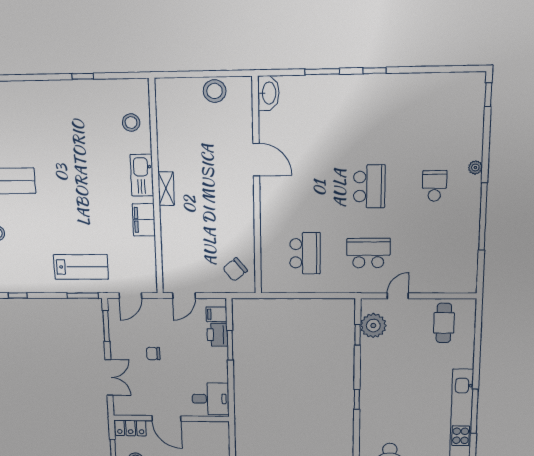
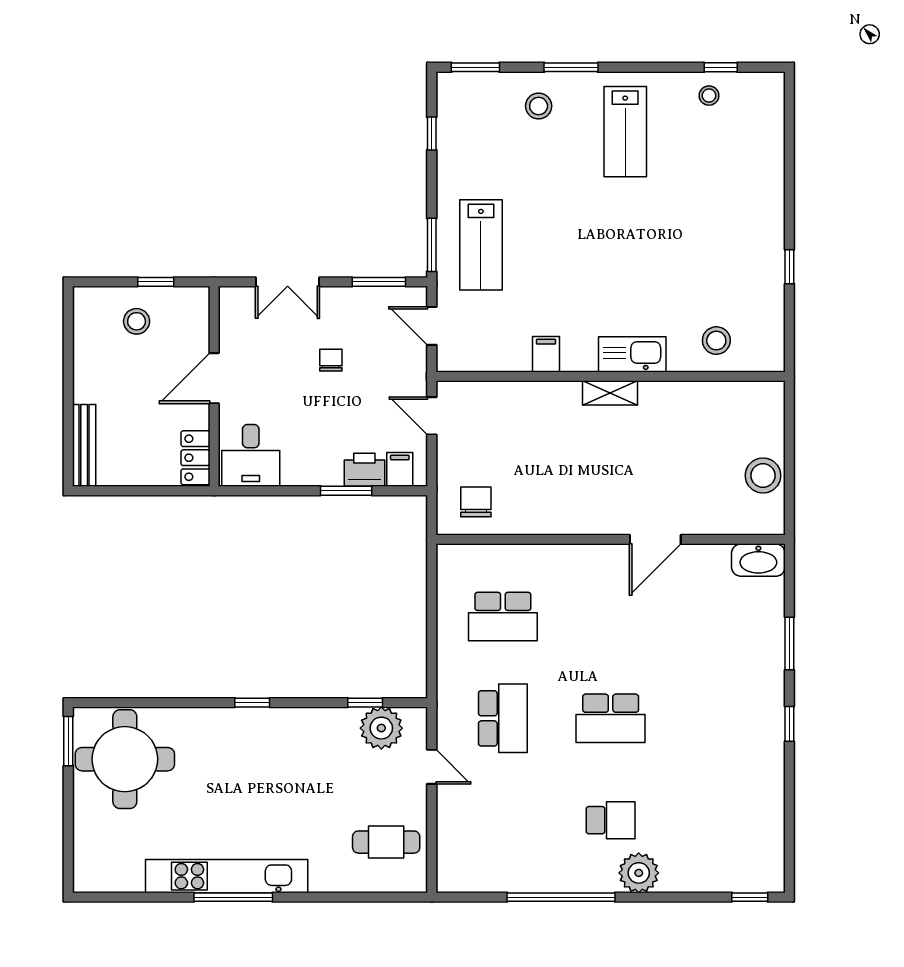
plant: (475, 168) -> (639, 873), width x1.88, depth x1.88
filing cabinet: (144, 220) -> (546, 354), width x0.50
chair: (235, 270) -> (476, 502), turned 39
locker: (130, 428) -> (195, 458), moved

